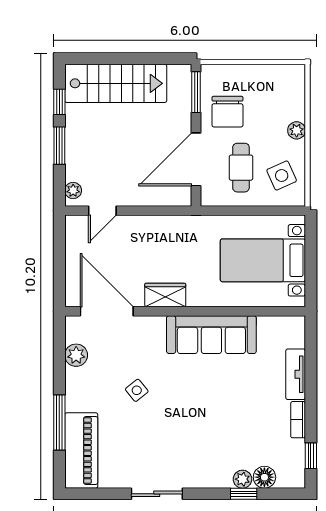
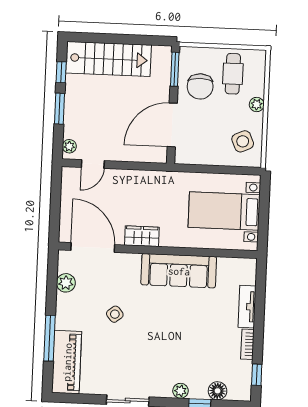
cafe table: (241, 168) -> (233, 74), moved
plant: (243, 479) -> (181, 391), moved

